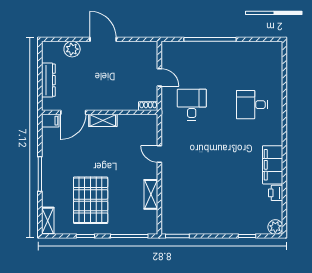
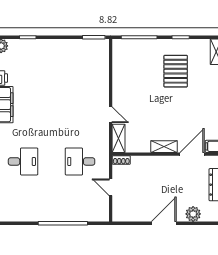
door: (103, 39) -> (164, 223), swing flipped
desk: (192, 105) -> (80, 161), turned 90
shelving: (151, 194) -> (119, 138), moved
pallet: (91, 200) -> (176, 71), width x0.73, depth x0.71

